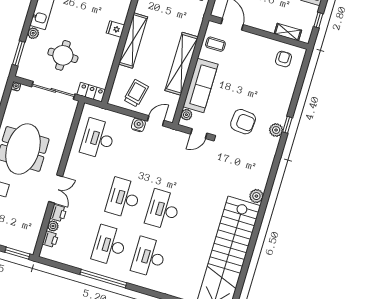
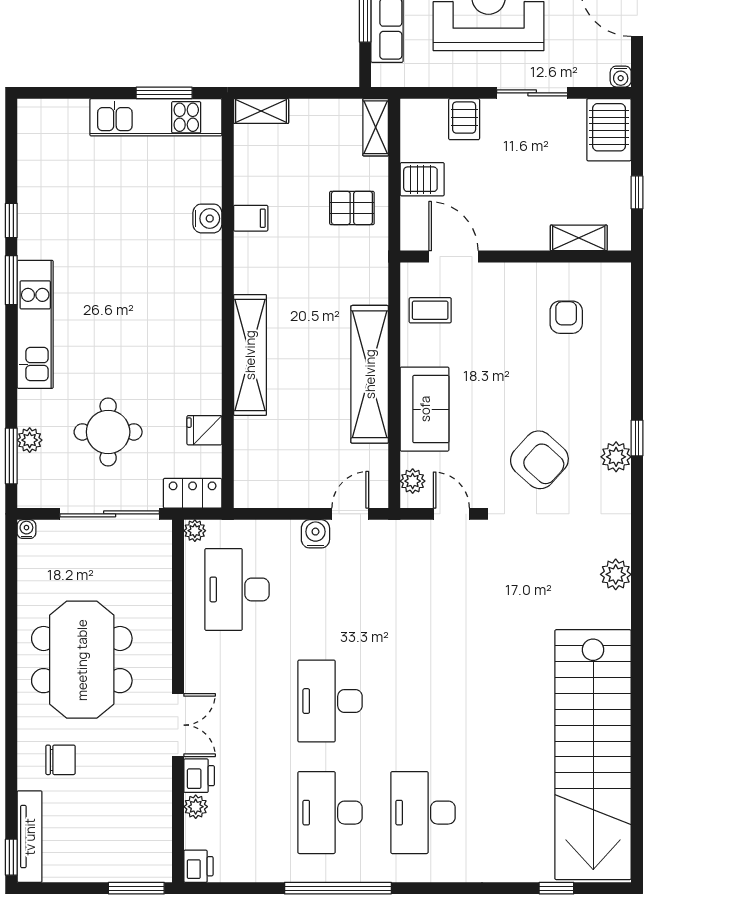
fridge: (115, 29) -> (204, 430), moved
plant: (33, 33) -> (30, 440), moved
armchair: (283, 59) -> (566, 317), moved
sofa: (201, 86) -> (425, 409), width x0.73
trolley: (136, 93) -> (290, 467), removed
plant: (87, 108) -> (195, 531), added
armchair: (243, 122) -> (539, 460), turned 37
door: (199, 134) -> (451, 514), swing flipped
plant: (256, 196) -> (616, 574), moved
desk: (163, 210) -> (423, 701), removed
printer: (50, 239) -> (198, 866), moved

